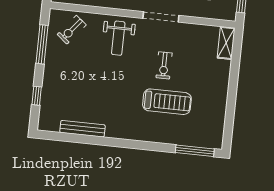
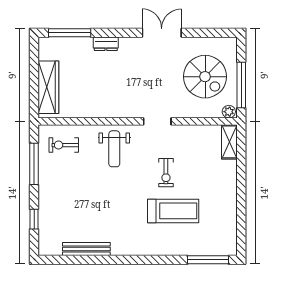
plant: (229, 15) -> (229, 112), added
doorway: (161, 17) -> (157, 121), width x0.73
exercise bike: (72, 30) -> (64, 145), turned 51

